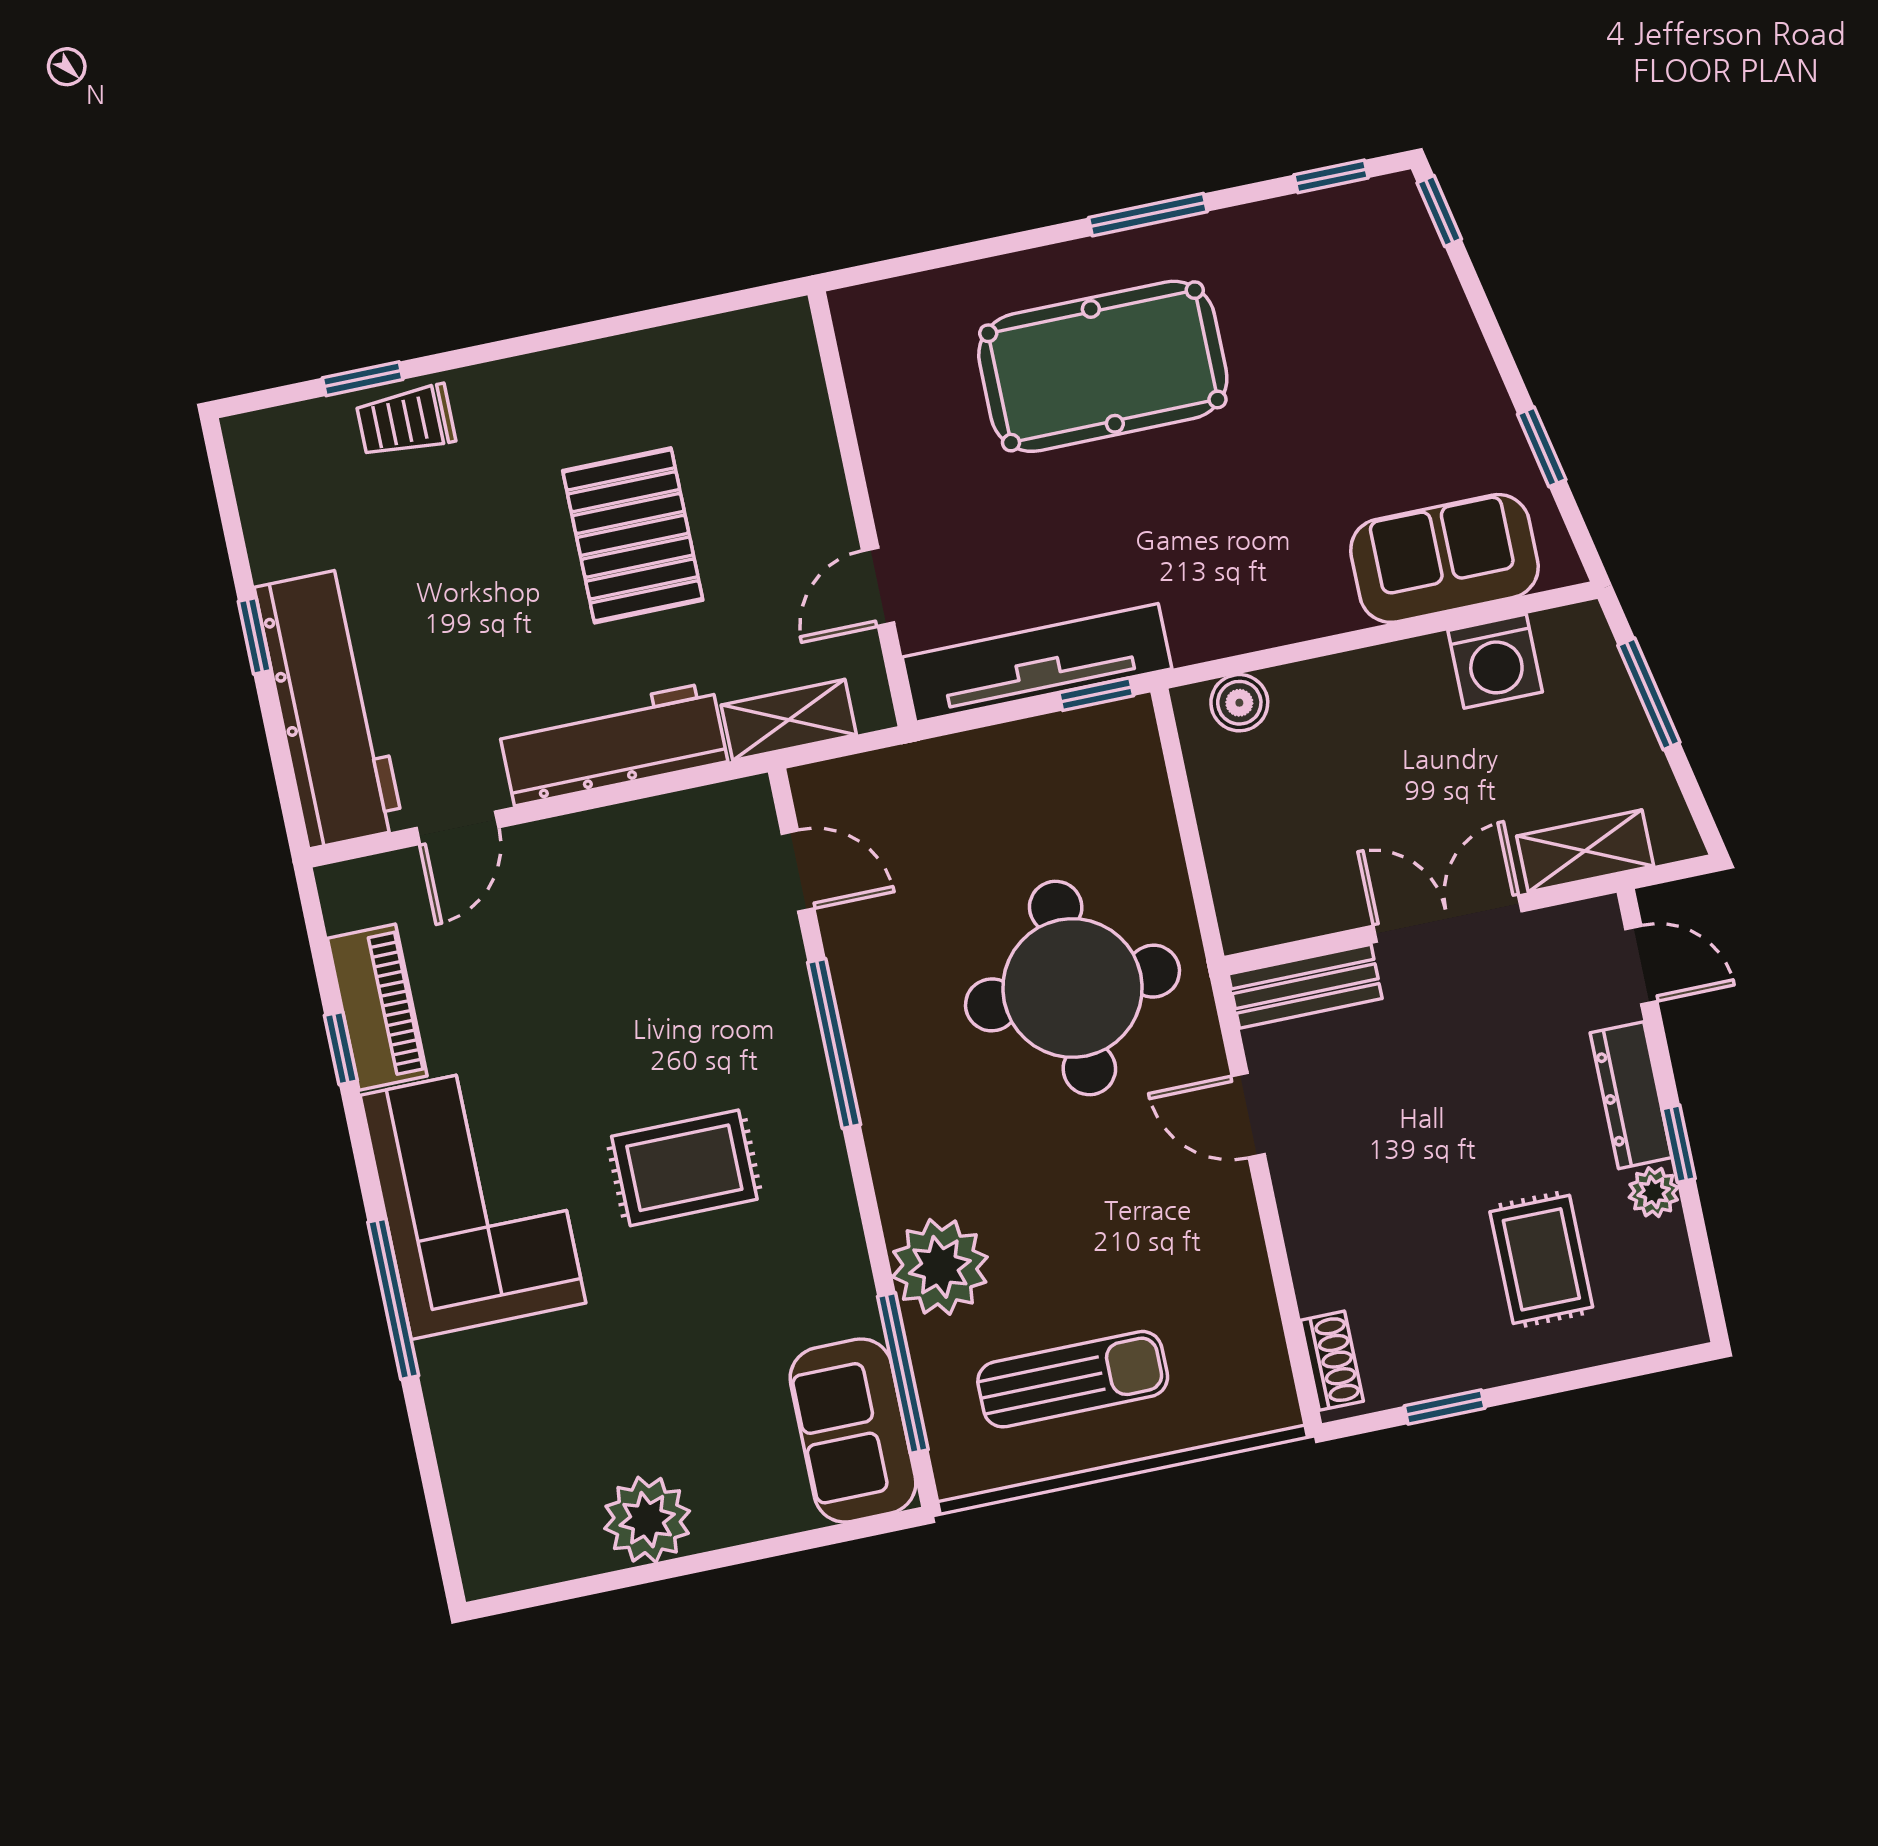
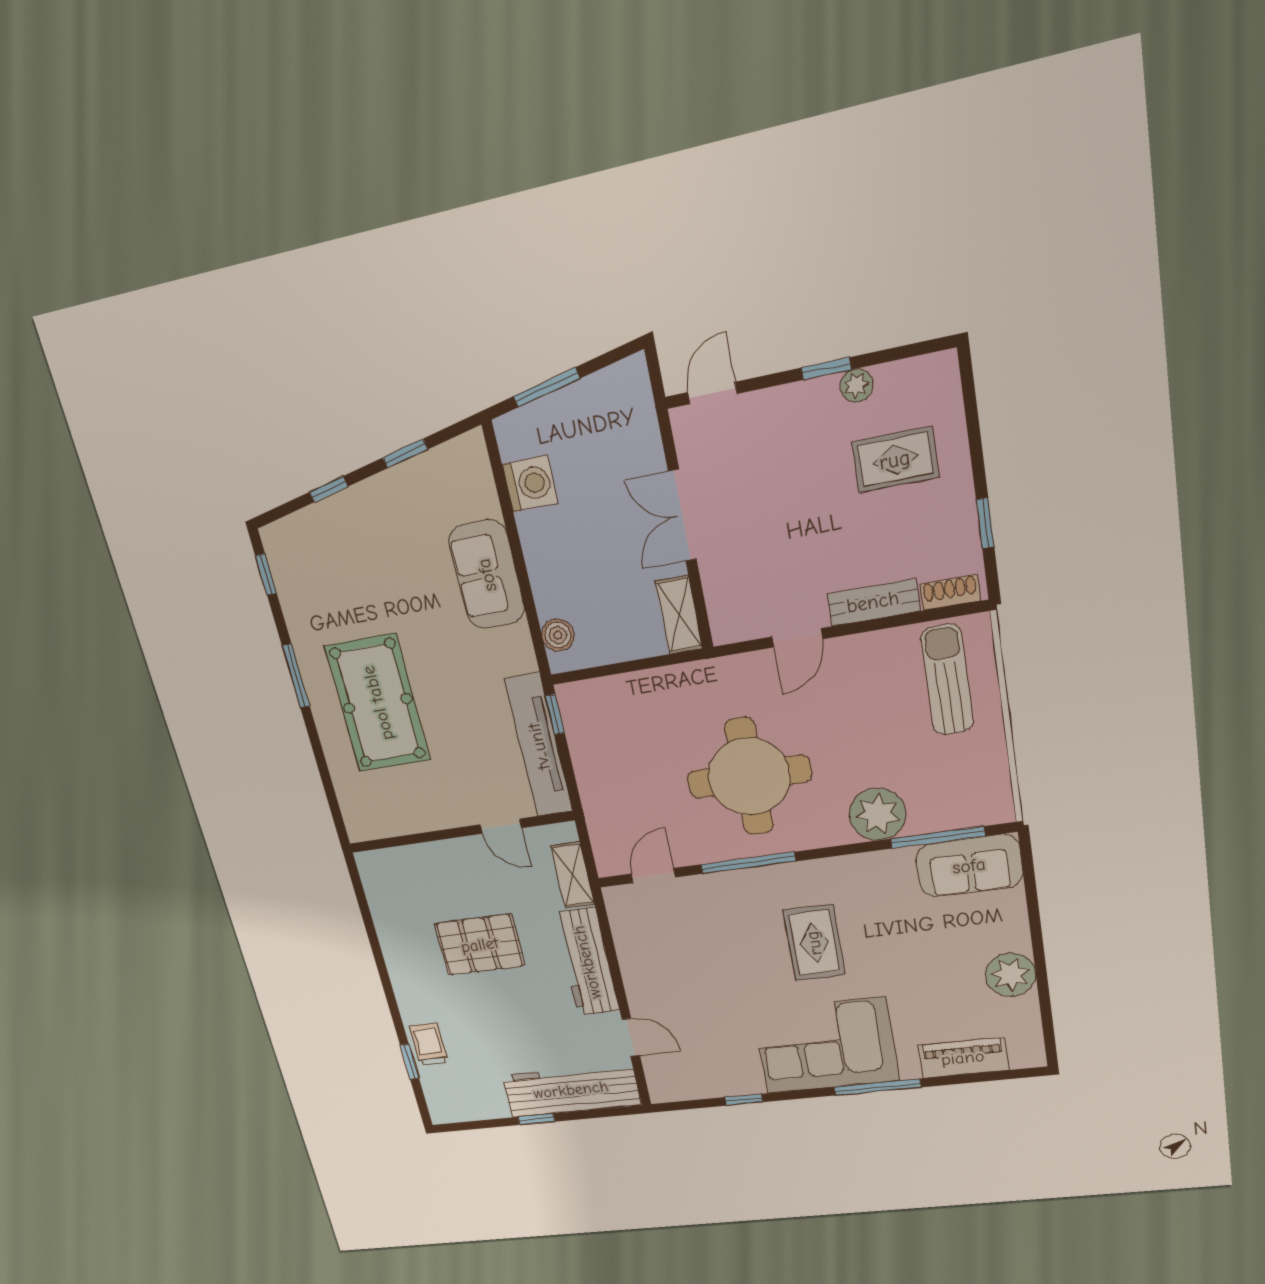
window: (1439, 211) -> (329, 489), moved
trolley: (406, 421) -> (429, 1044), turned 180
sofa: (1444, 558) -> (487, 575), moved
shelving: (1585, 851) -> (679, 615), moved
bench: (1305, 986) -> (873, 602), moved, turned 90
round table: (1072, 988) -> (749, 777), moved
piano: (377, 1007) -> (963, 1058), moved
dresser: (1631, 1095) -> (794, 400), removed
sun lounger: (1073, 1379) -> (947, 680), moved

